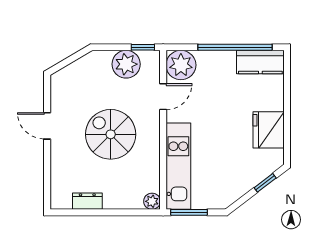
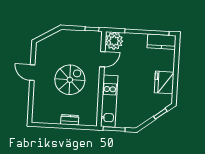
plant: (126, 64) -> (81, 39), removed
spiral stairs: (111, 134) -> (70, 80), turned 90
dresser: (87, 201) -> (70, 120), moved
plant: (152, 201) -> (92, 121), removed

